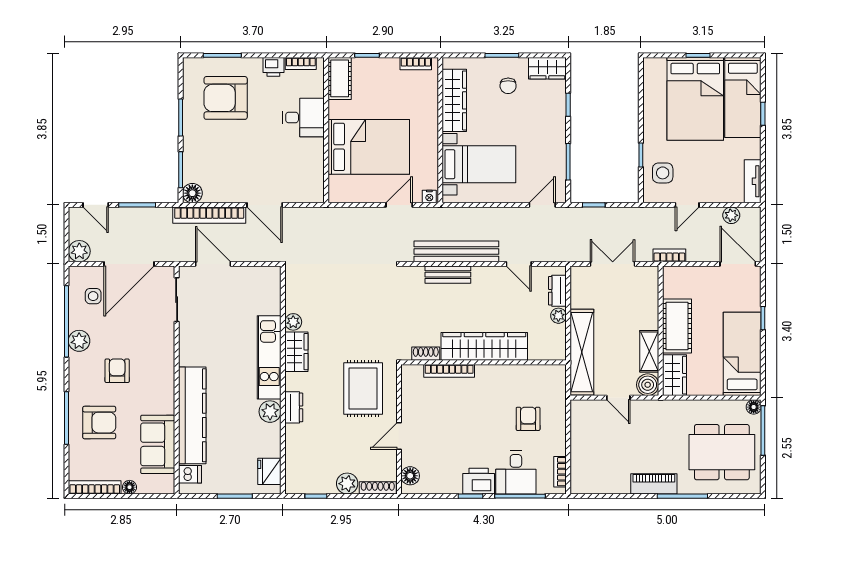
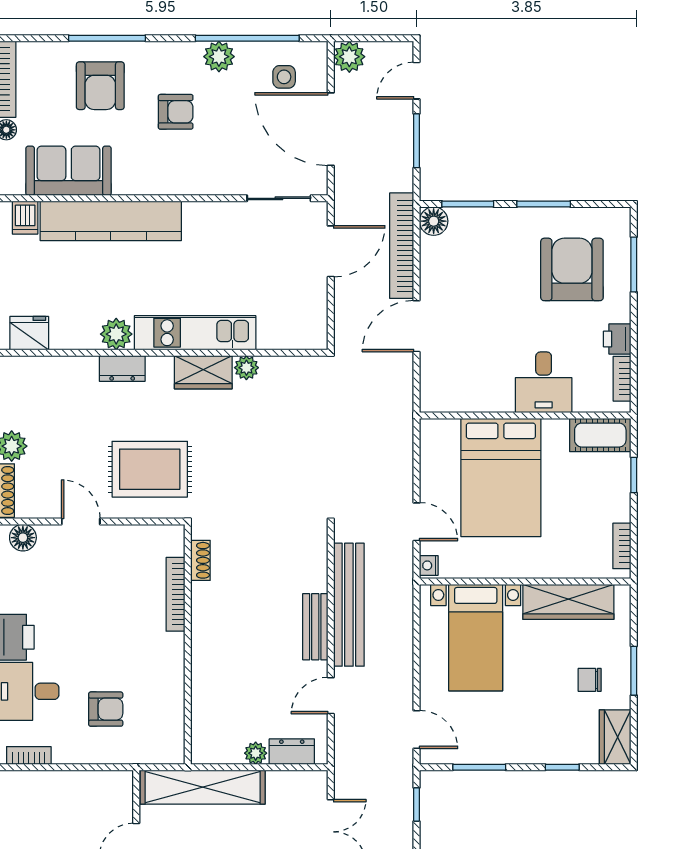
bench: (448, 275) -> (315, 627), moved
wardrobe: (484, 346) -> (211, 645), removed

